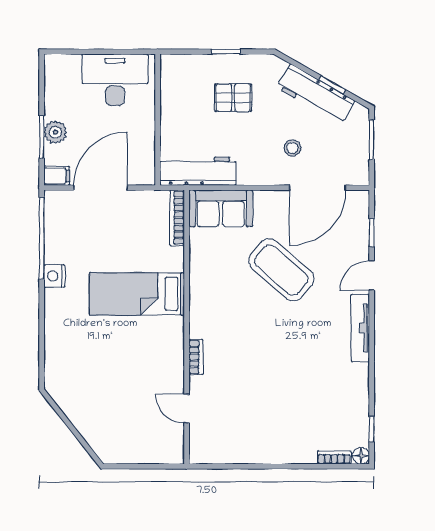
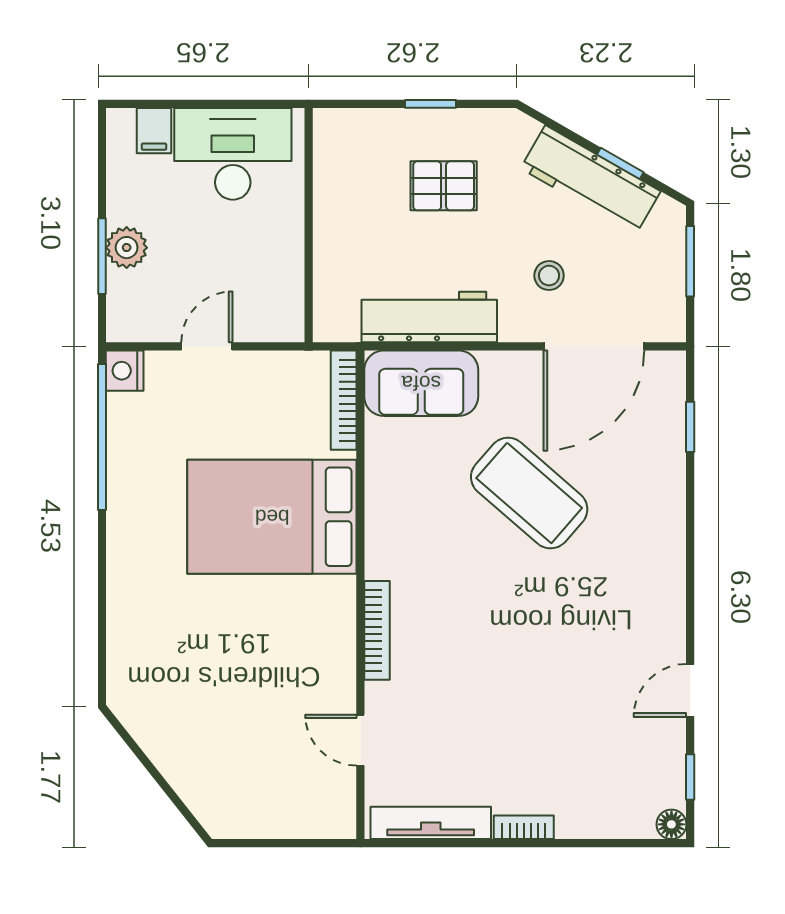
workbench: (198, 171) -> (429, 317), moved
filing cabinet: (57, 176) -> (154, 131), moved, turned 90
door: (100, 188) -> (207, 346), width x0.53
nightstand: (54, 276) -> (125, 371), moved
door: (372, 276) -> (690, 690), moved
bed: (137, 294) -> (272, 517), width x1.50
tv unit: (360, 328) -> (431, 823), moved, turned 90
bookcase: (196, 357) -> (377, 630), width x1.56
bookcase: (334, 457) -> (524, 827), moved

